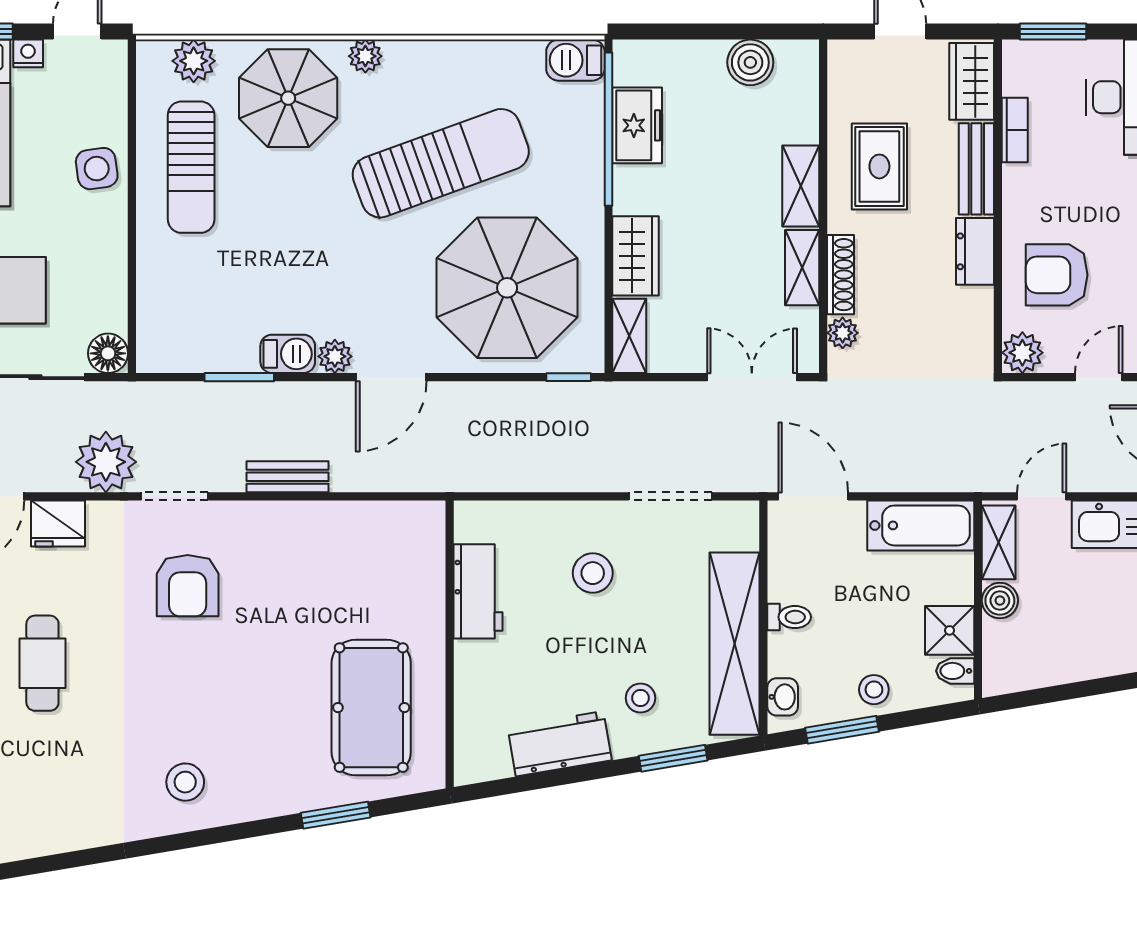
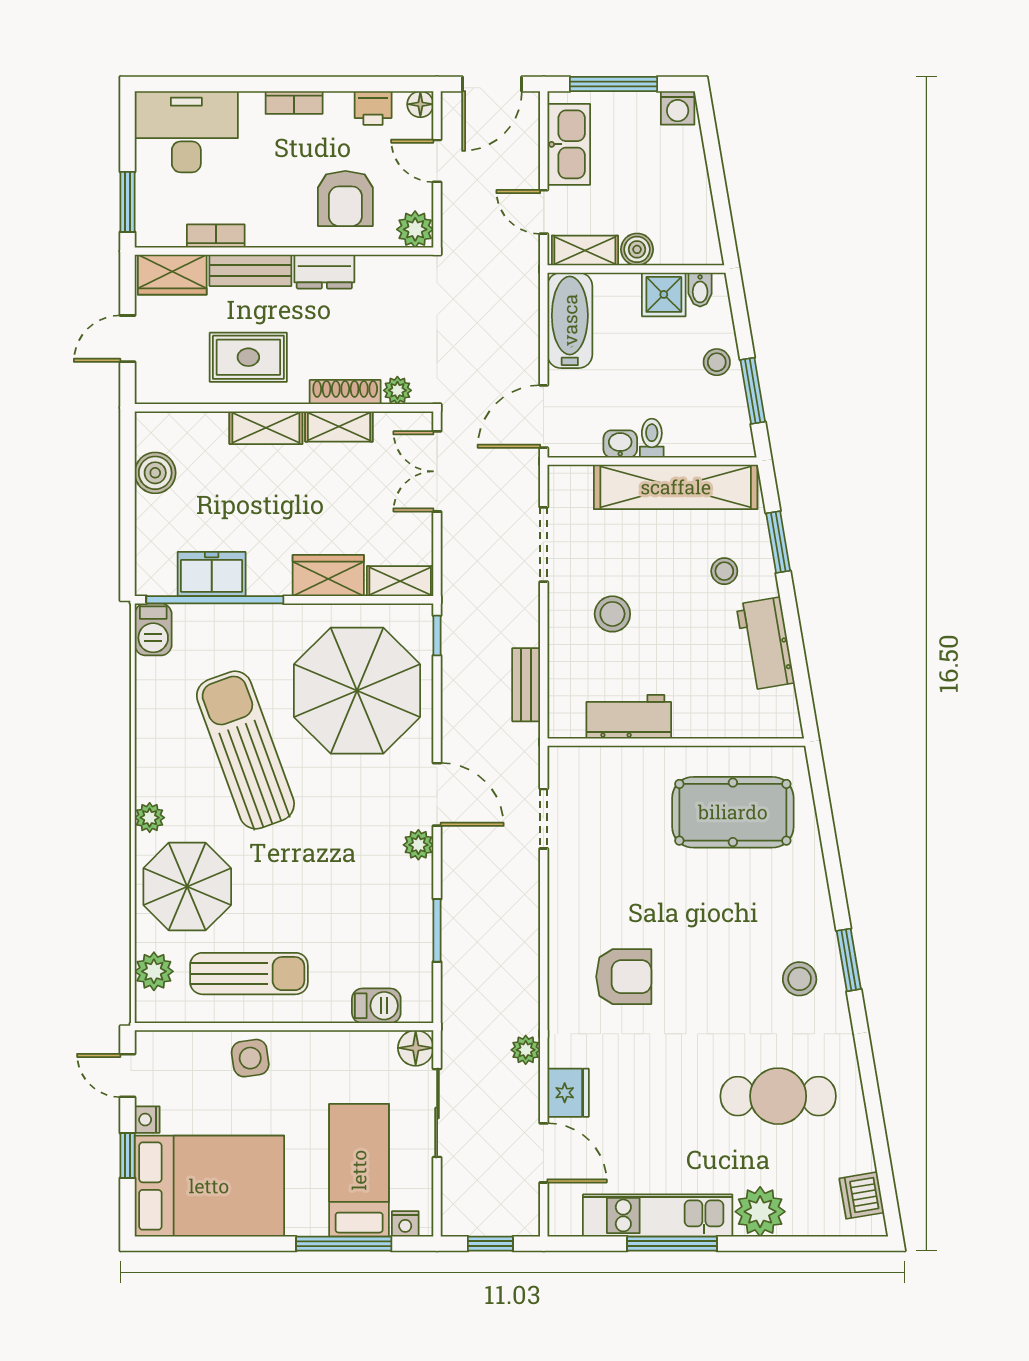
barbecue: (288, 354) -> (376, 1006), moved, turned 90
plant: (106, 462) -> (526, 1050), width x0.53, depth x0.53
bench: (288, 477) -> (526, 685), moved
doorway: (175, 496) -> (544, 819), moved
cafe table: (42, 663) -> (778, 1096), moved, width x1.37, depth x1.35
washbasin: (783, 697) -> (620, 444), moved
window: (336, 815) -> (849, 960), moved

